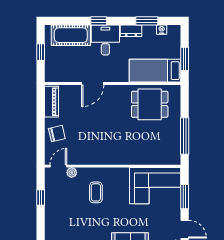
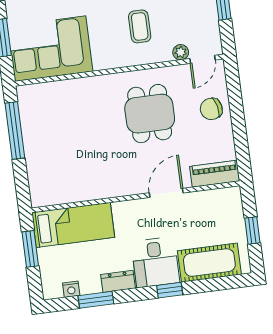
piano: (51, 102) -> (215, 174), moved, turned 90
dining table: (150, 104) -> (150, 114), moved, turned 90

